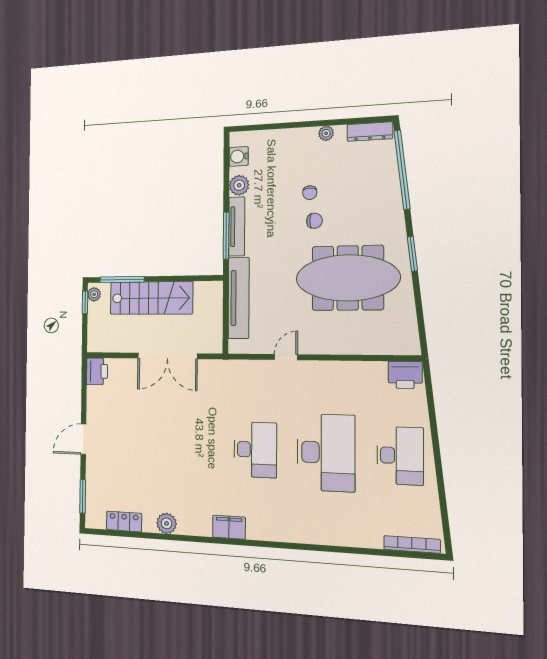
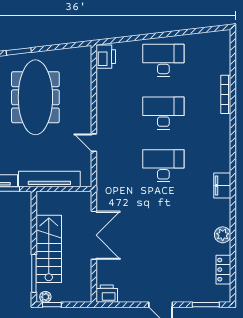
desk: (326, 453) -> (163, 113), width x0.73, depth x0.77
bookcase: (412, 544) -> (226, 94), moved

